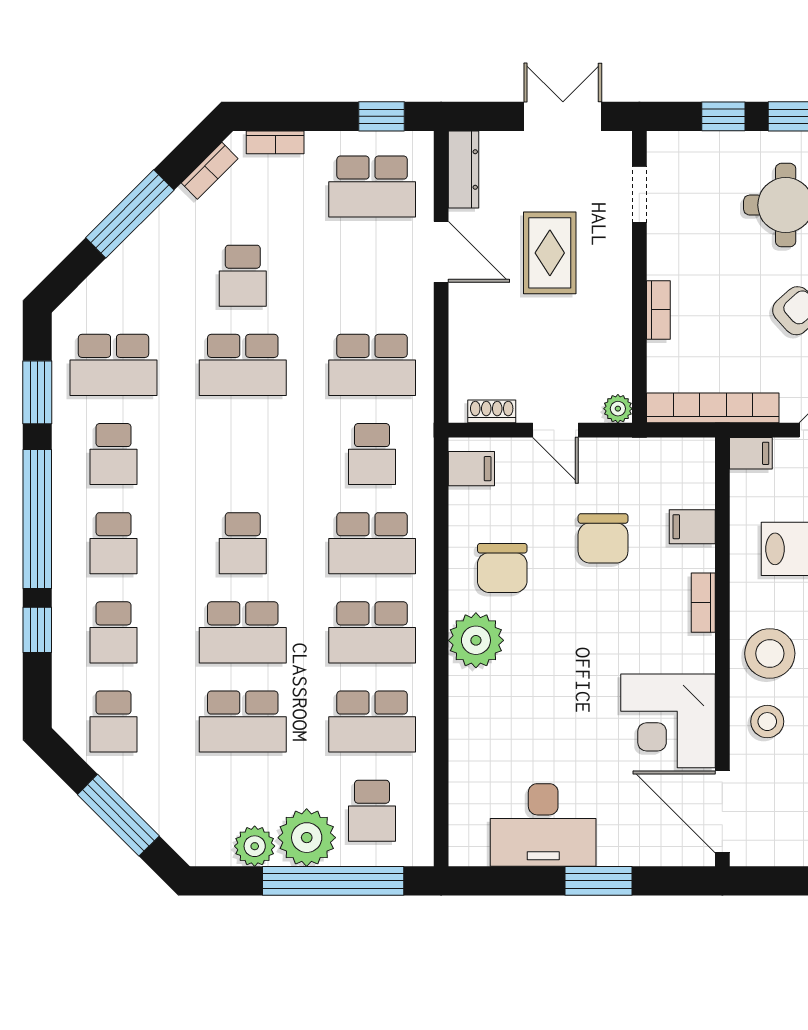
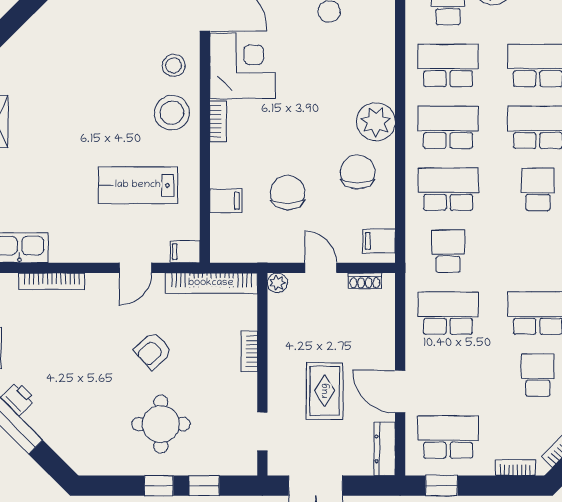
bookcase: (703, 603) -> (218, 121), moved

